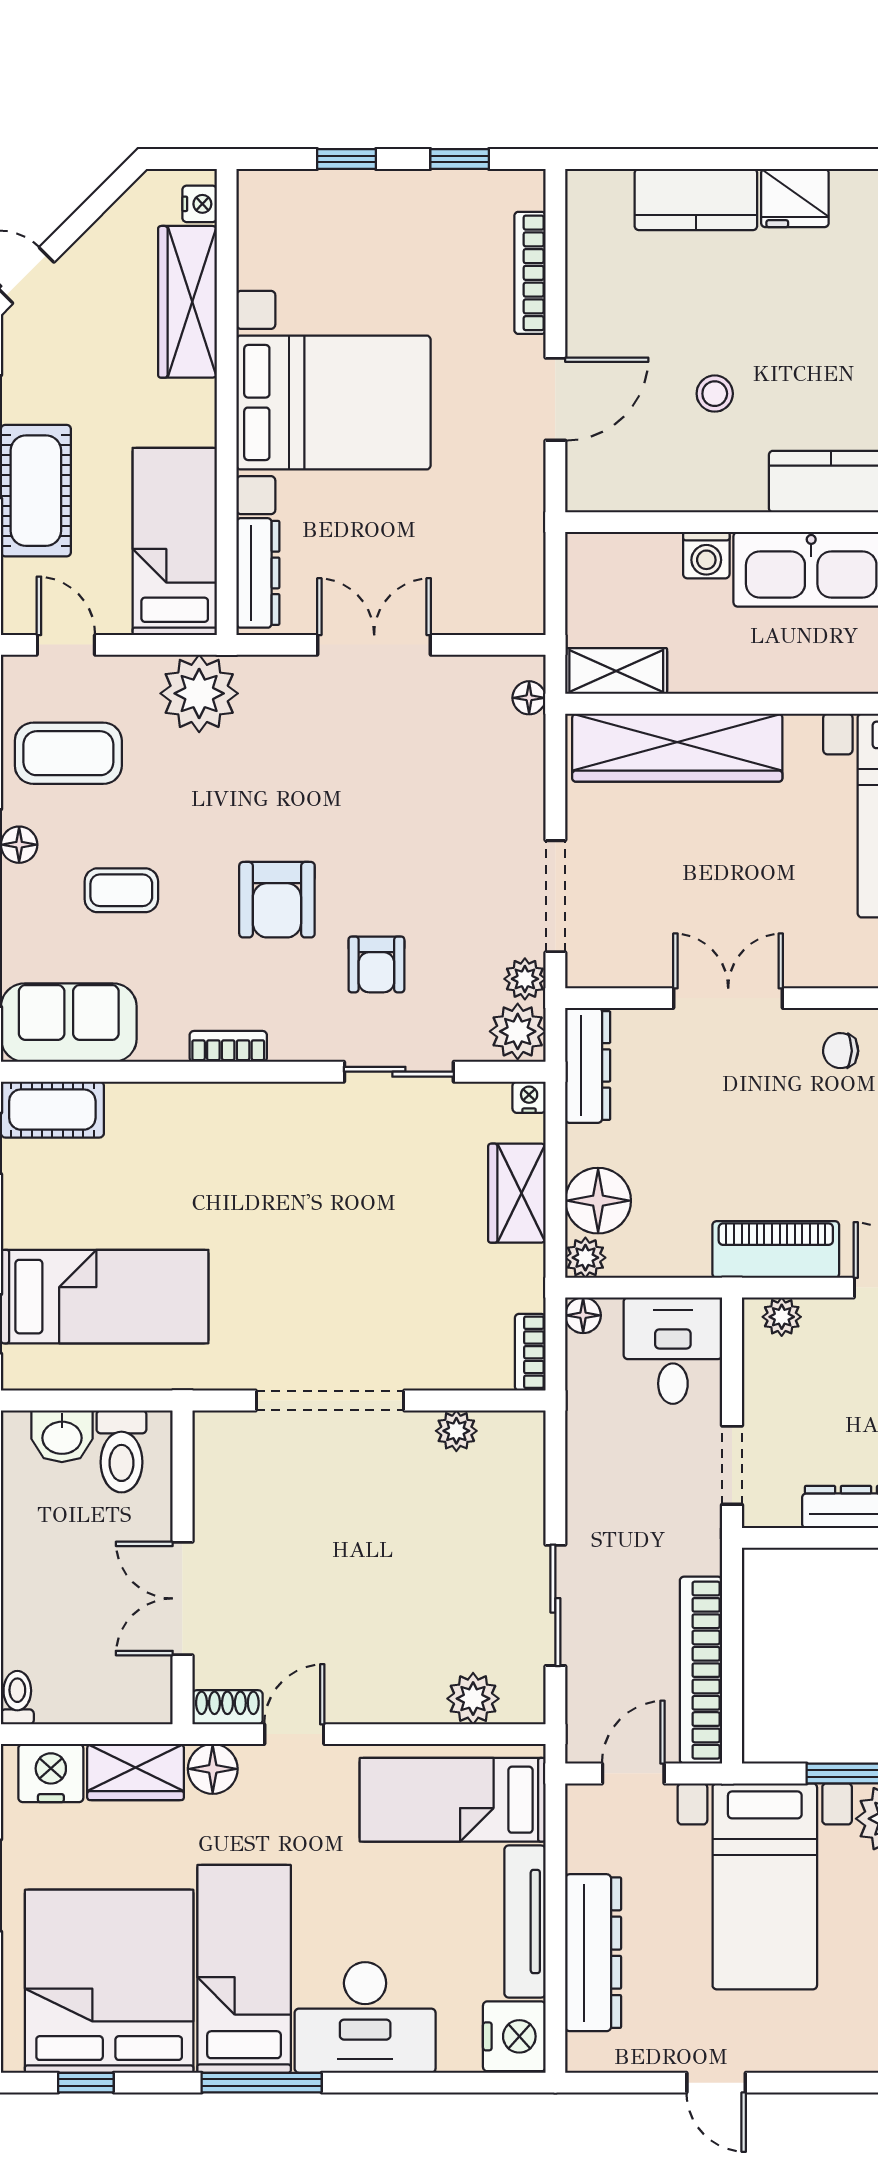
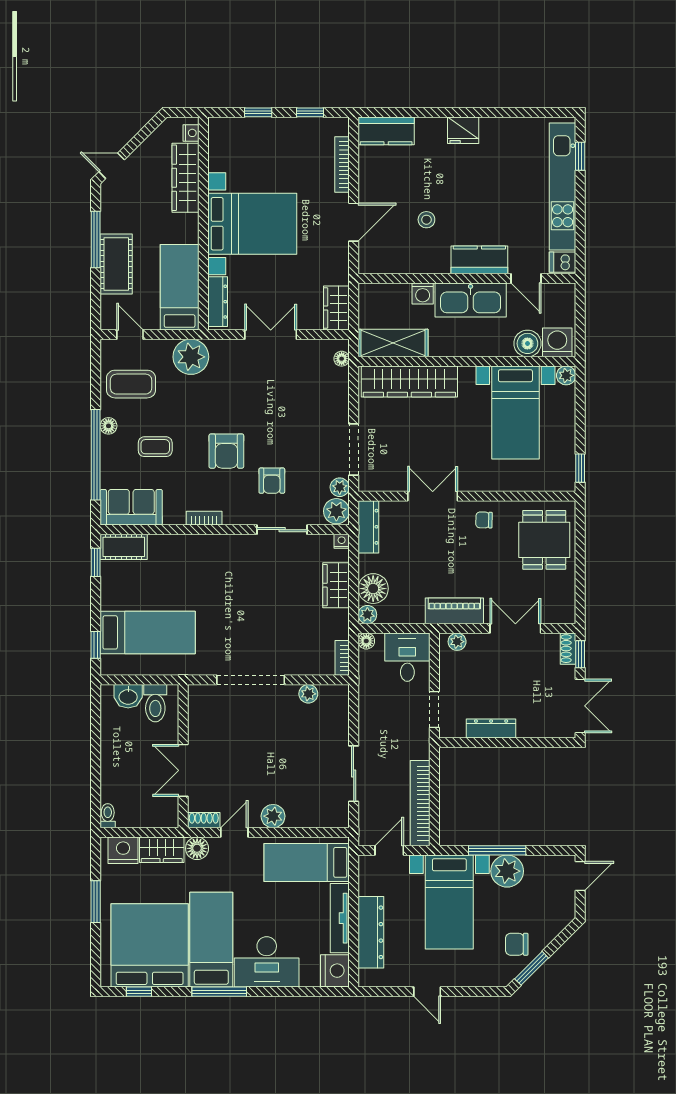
kitchen counter: (696, 199) -> (386, 131), moved
wardrobe: (518, 587) -> (336, 308), added
shelving: (616, 671) -> (393, 343), width x1.50, depth x1.33
plant: (473, 1699) -> (273, 816), moved

